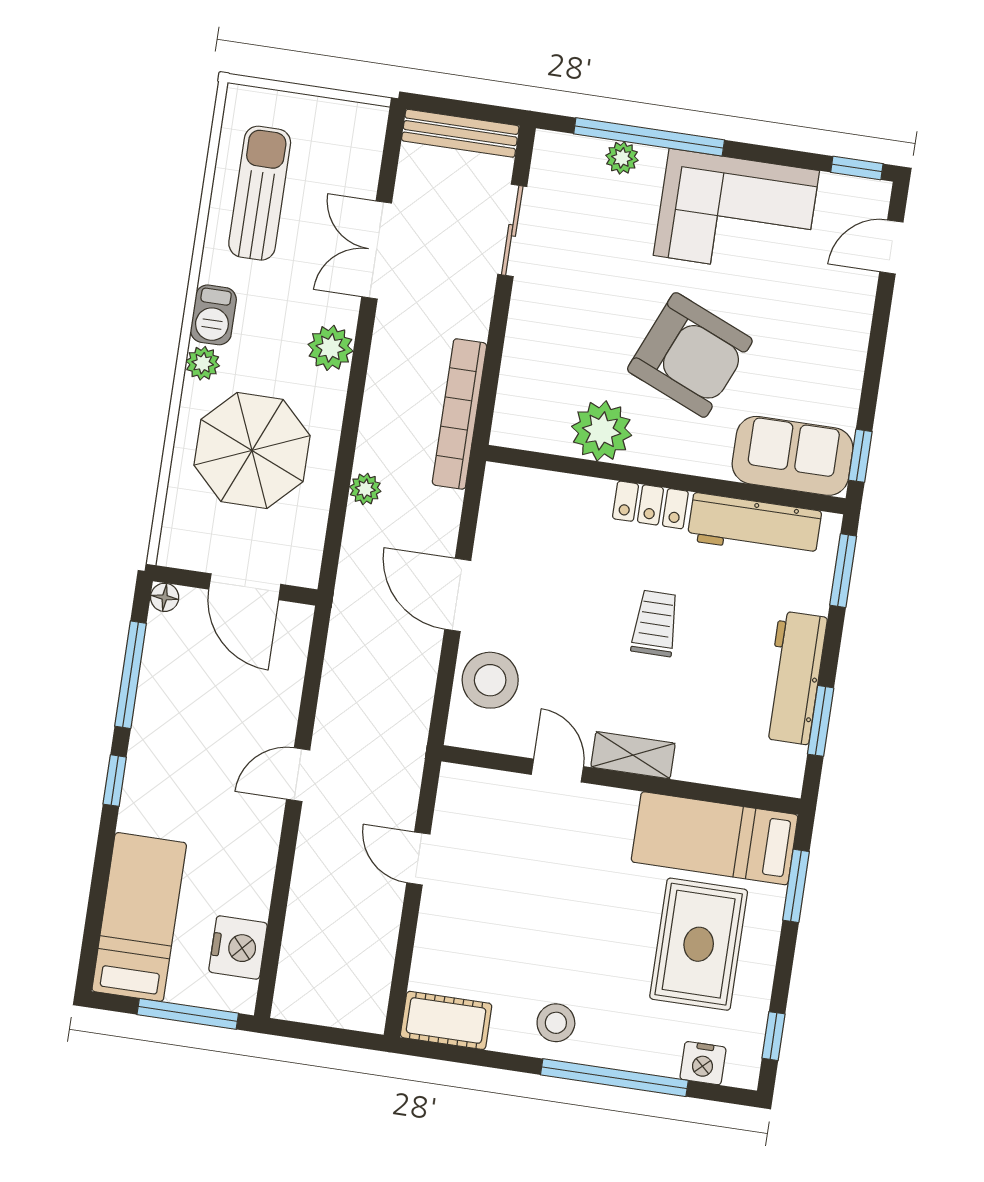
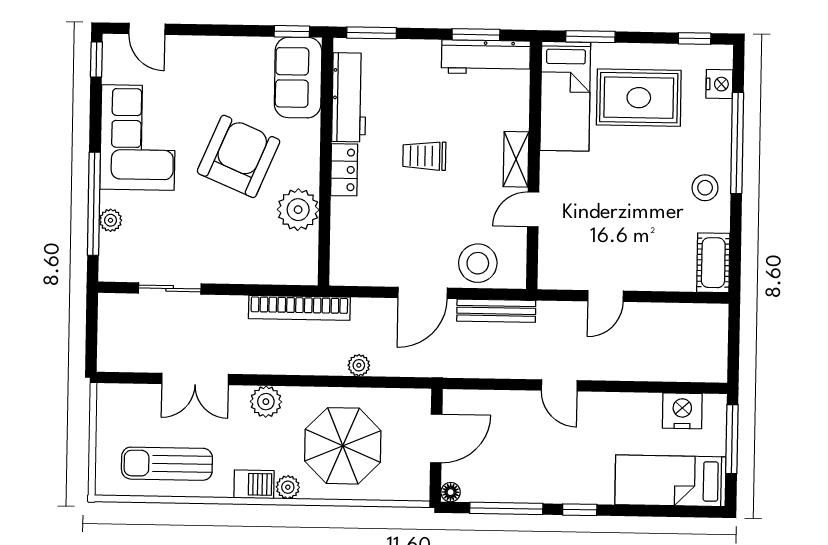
bench: (460, 133) -> (496, 311), moved, turned 90
workbench: (794, 678) -> (486, 57), moved

